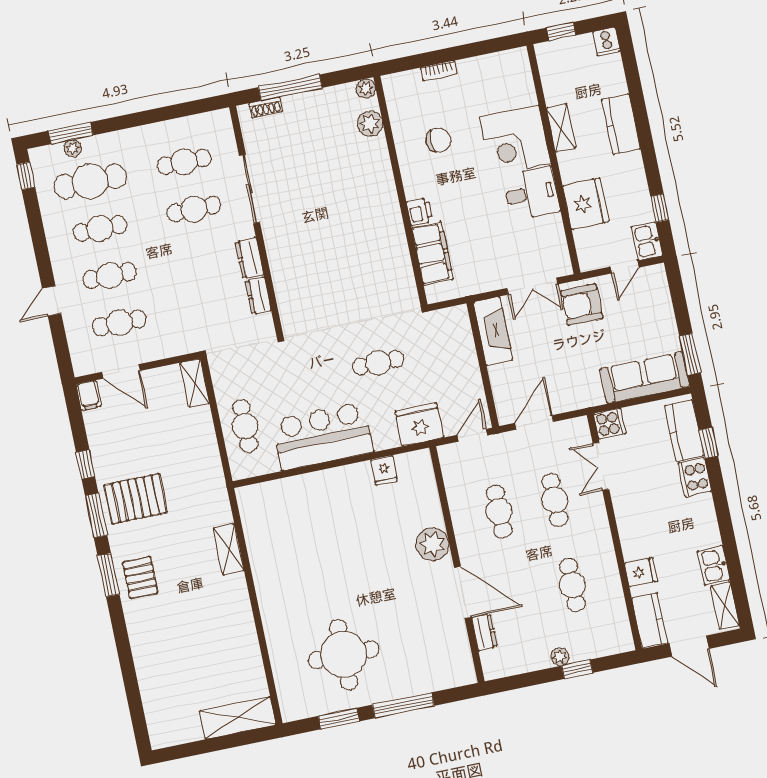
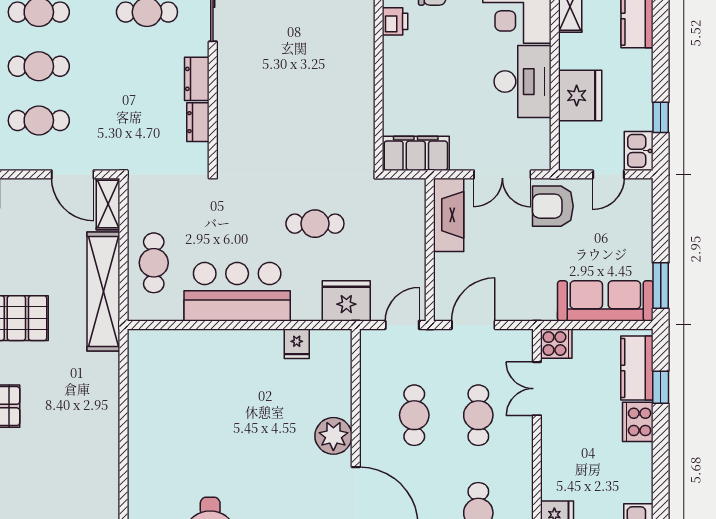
desk: (531, 193) -> (523, 82), width x1.37
printer: (420, 212) -> (395, 21), moved
filing cabinet: (432, 253) -> (416, 153), moved, turned -90
door: (121, 371) -> (73, 174), moved
shelving: (229, 549) -> (103, 291), moved, width x2.20, depth x1.33

